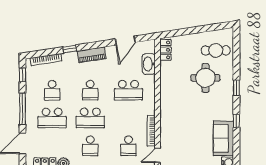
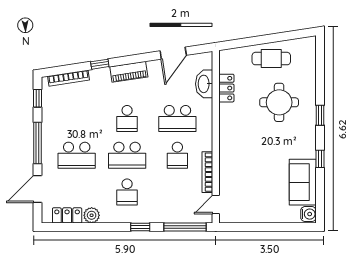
locker: (165, 50) -> (226, 88), moved
cafe table: (216, 50) -> (271, 59), moved
school desk: (52, 90) -> (77, 119), removed
school desk: (128, 146) -> (177, 155), moved

